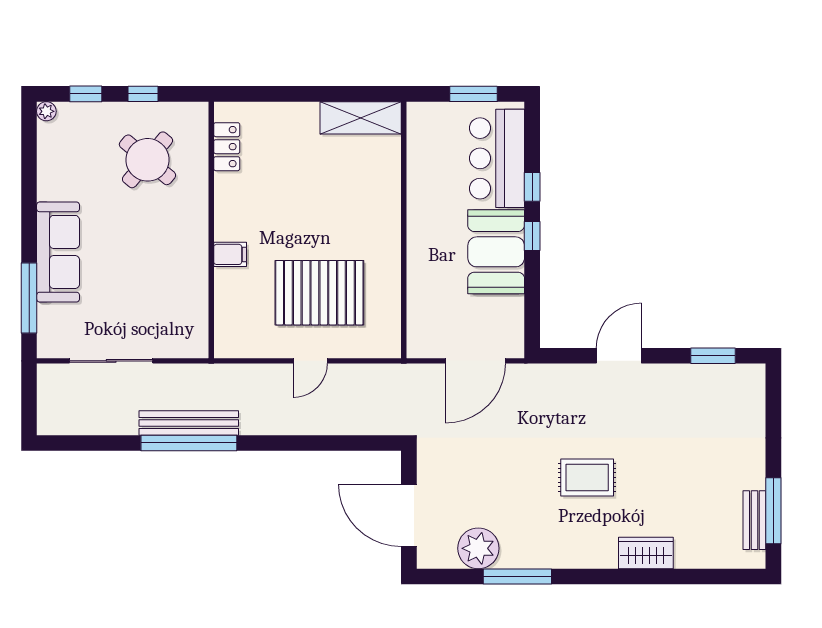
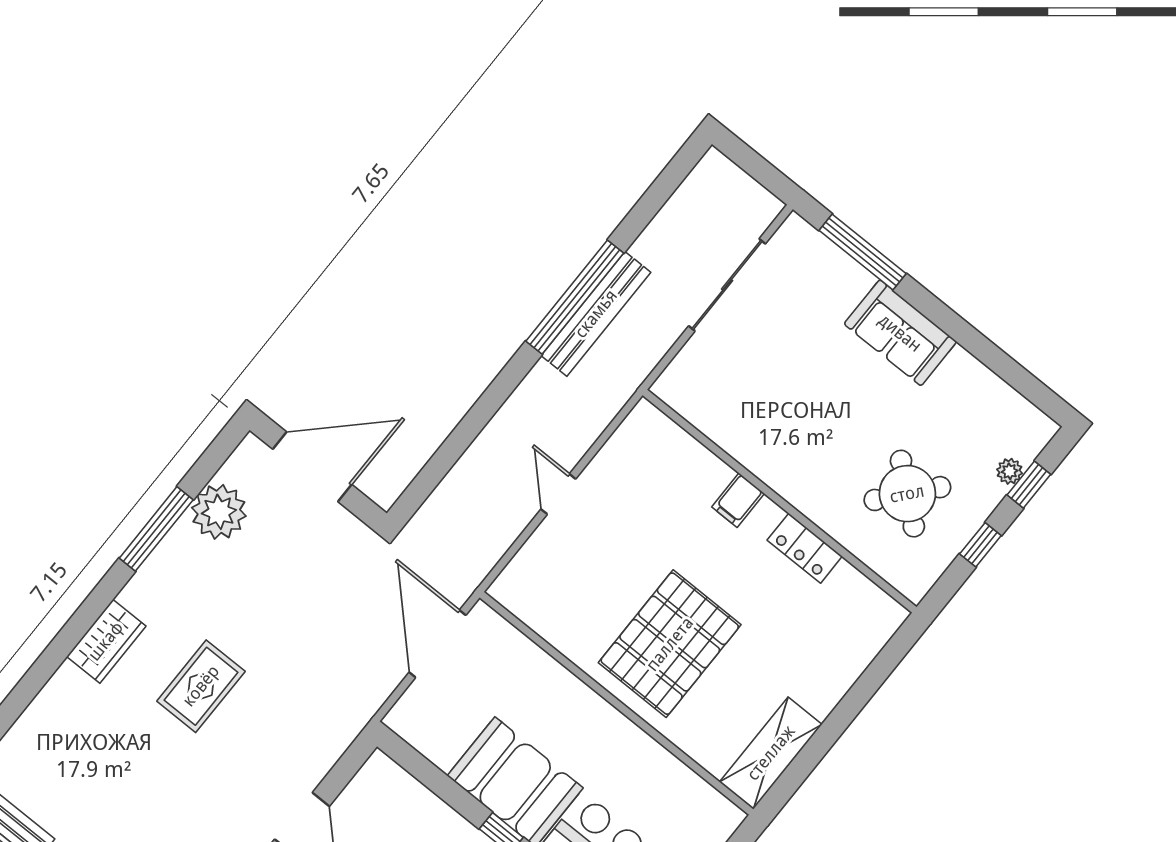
plant: (46, 111) -> (1010, 471), moved
locker: (227, 147) -> (805, 548), moved
sofa: (58, 252) -> (900, 333), width x0.73
pallet: (319, 293) -> (670, 644), moved
door: (475, 361) -> (438, 644), moved
wardrobe: (646, 553) -> (106, 641), moved

